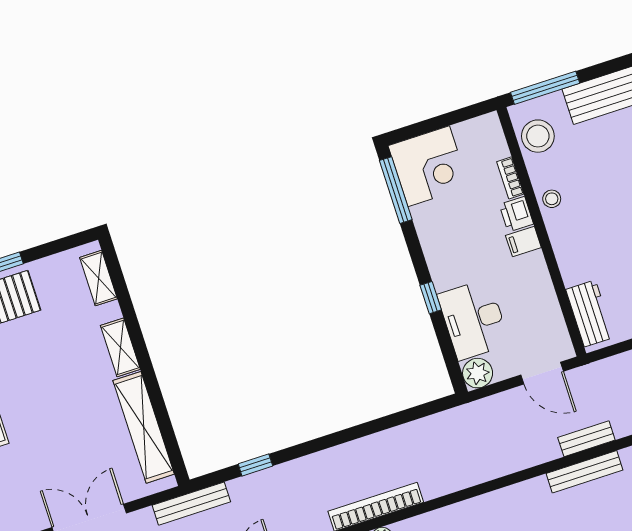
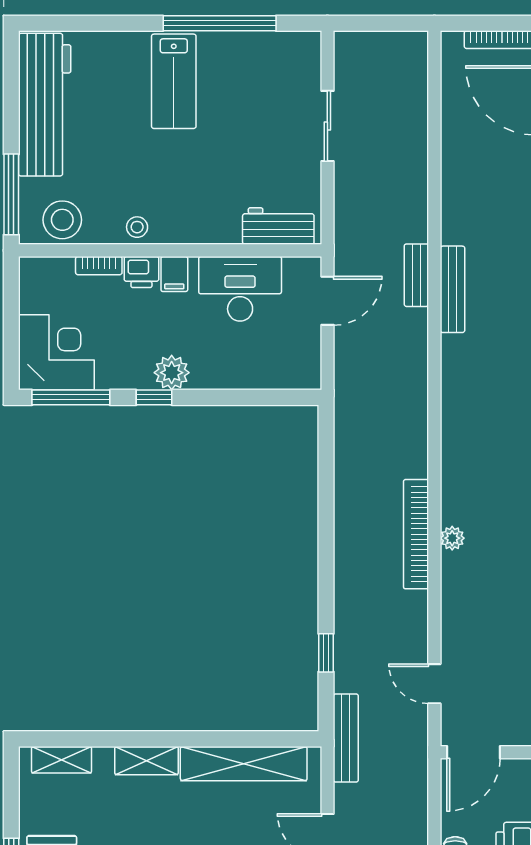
window: (431, 298) -> (154, 397), moved
desk: (474, 319) -> (240, 289), moved, turned 180
plant: (478, 373) -> (172, 373), moved

